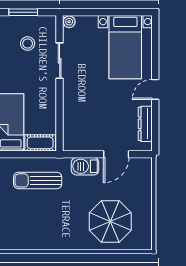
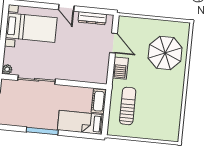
stool: (28, 44) -> (21, 103), removed
sliding door: (60, 61) -> (37, 80), width x1.37
sun lounger: (38, 180) -> (128, 106), turned 180

